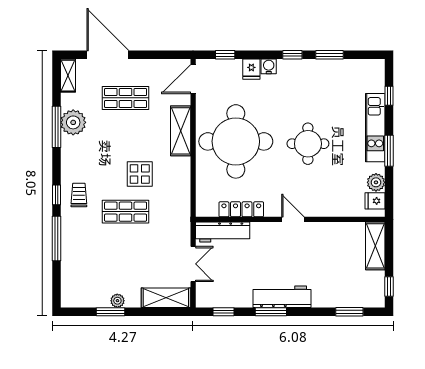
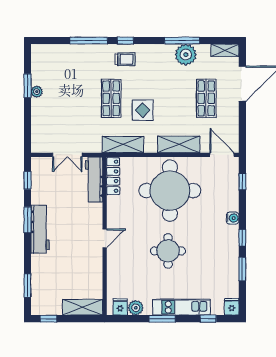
fridge: (251, 69) -> (232, 307), moved, turned 90
locker: (241, 209) -> (113, 176), moved
shelving: (166, 298) -> (123, 145), moved, turned 90

